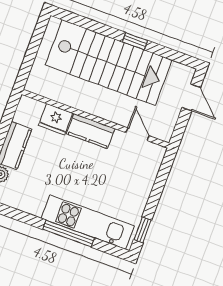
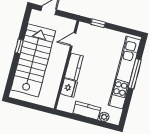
kitchen unit: (88, 222) -> (125, 73), width x1.36
window: (143, 230) -> (98, 23), moved

